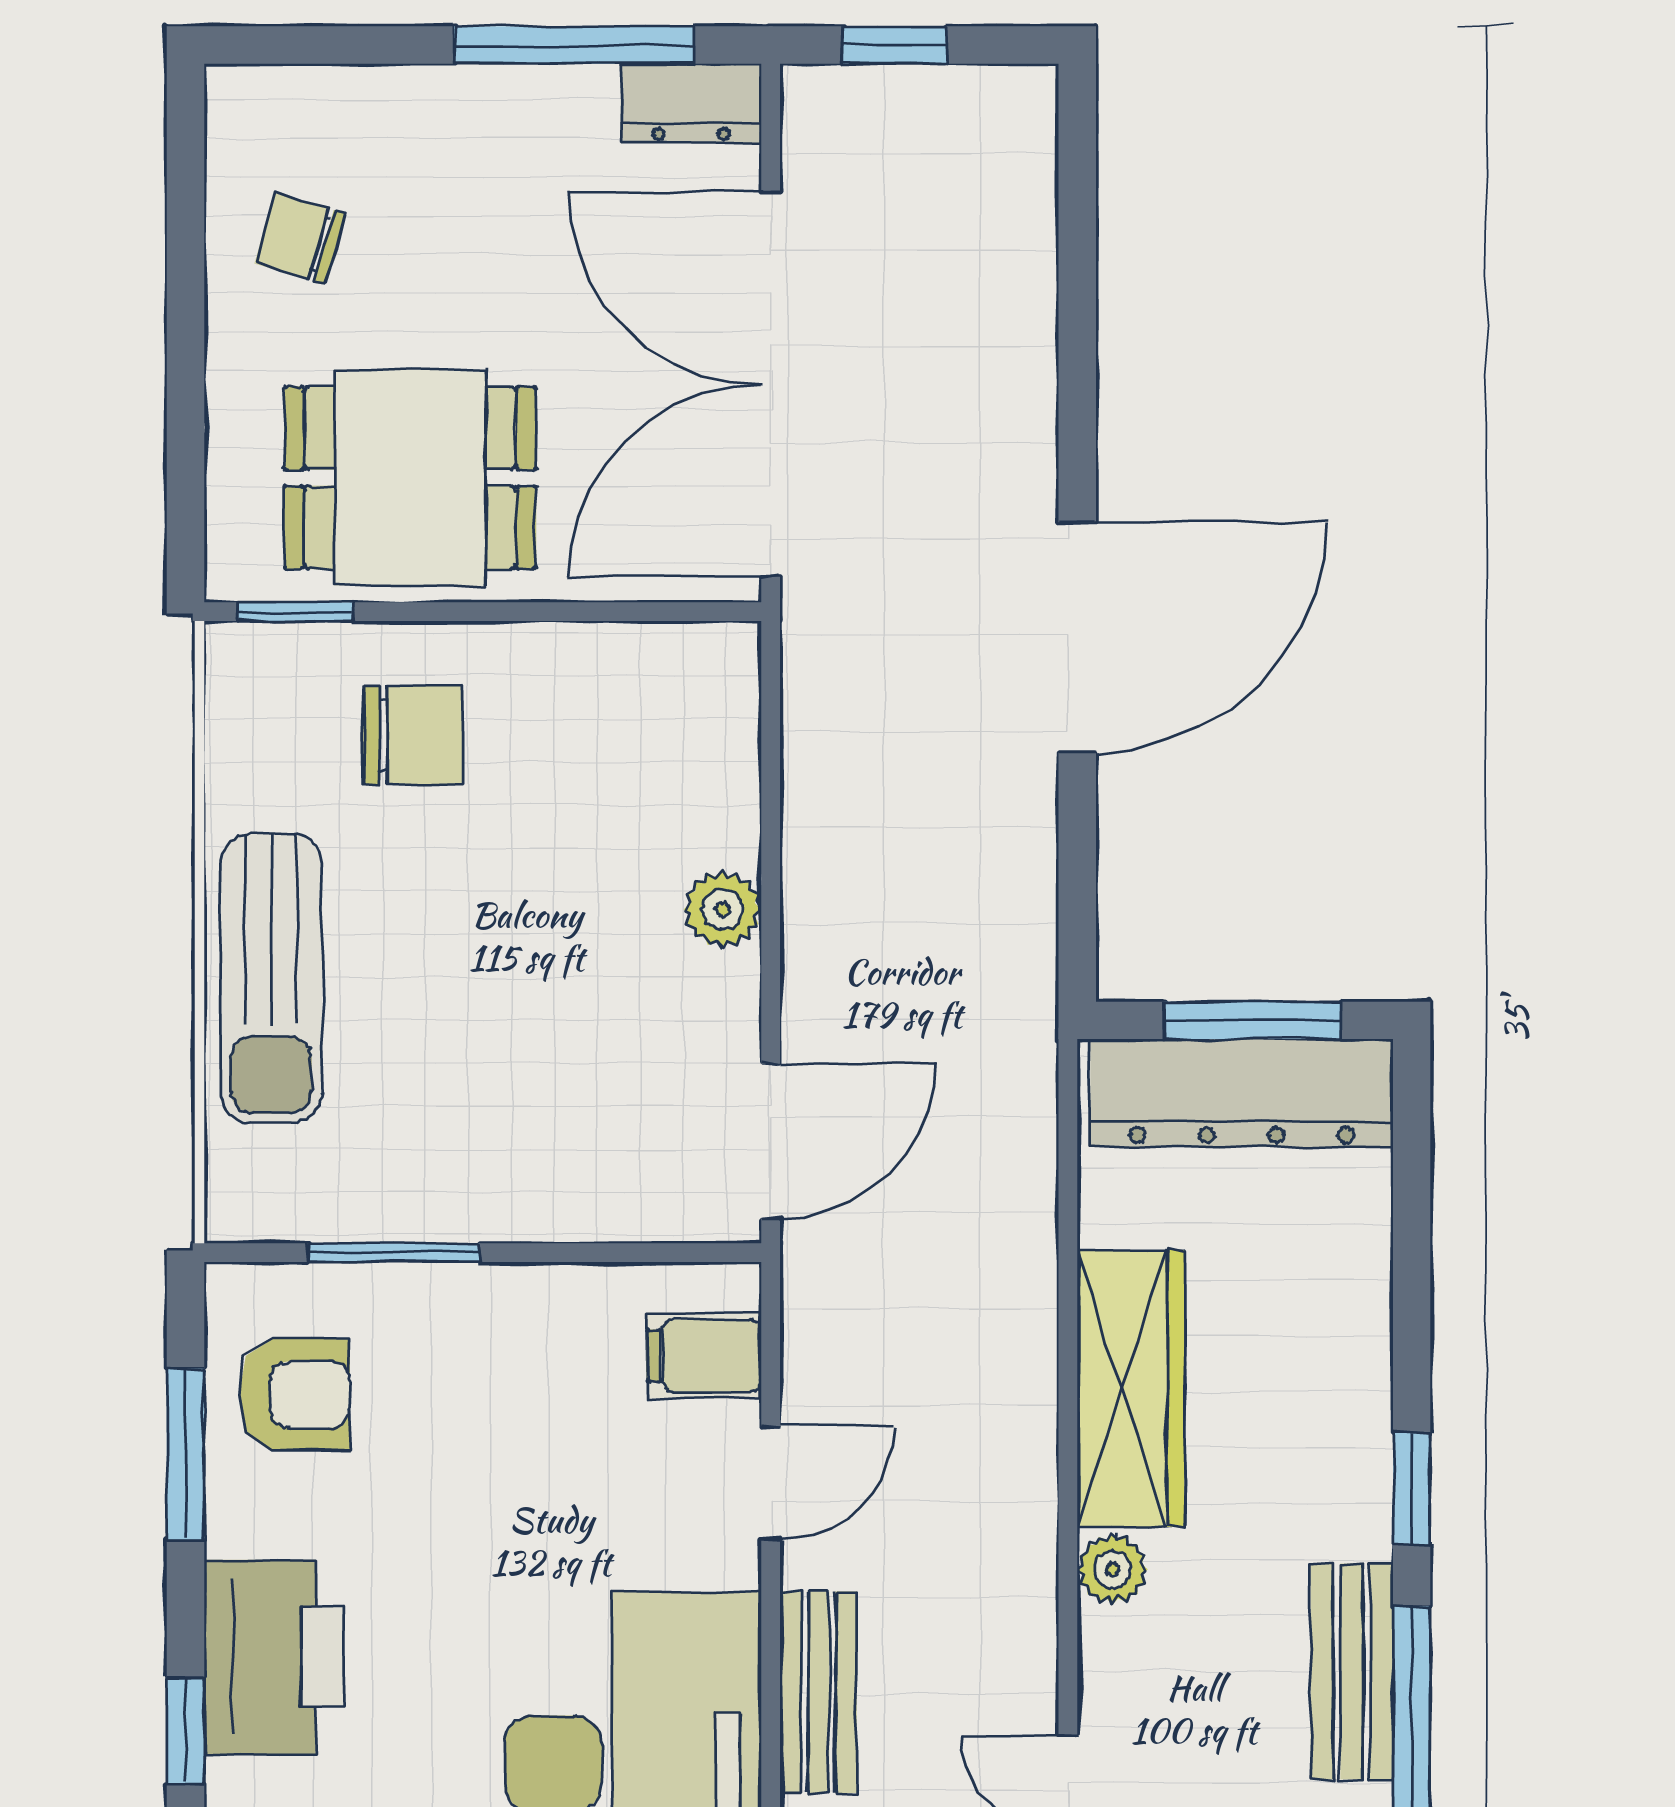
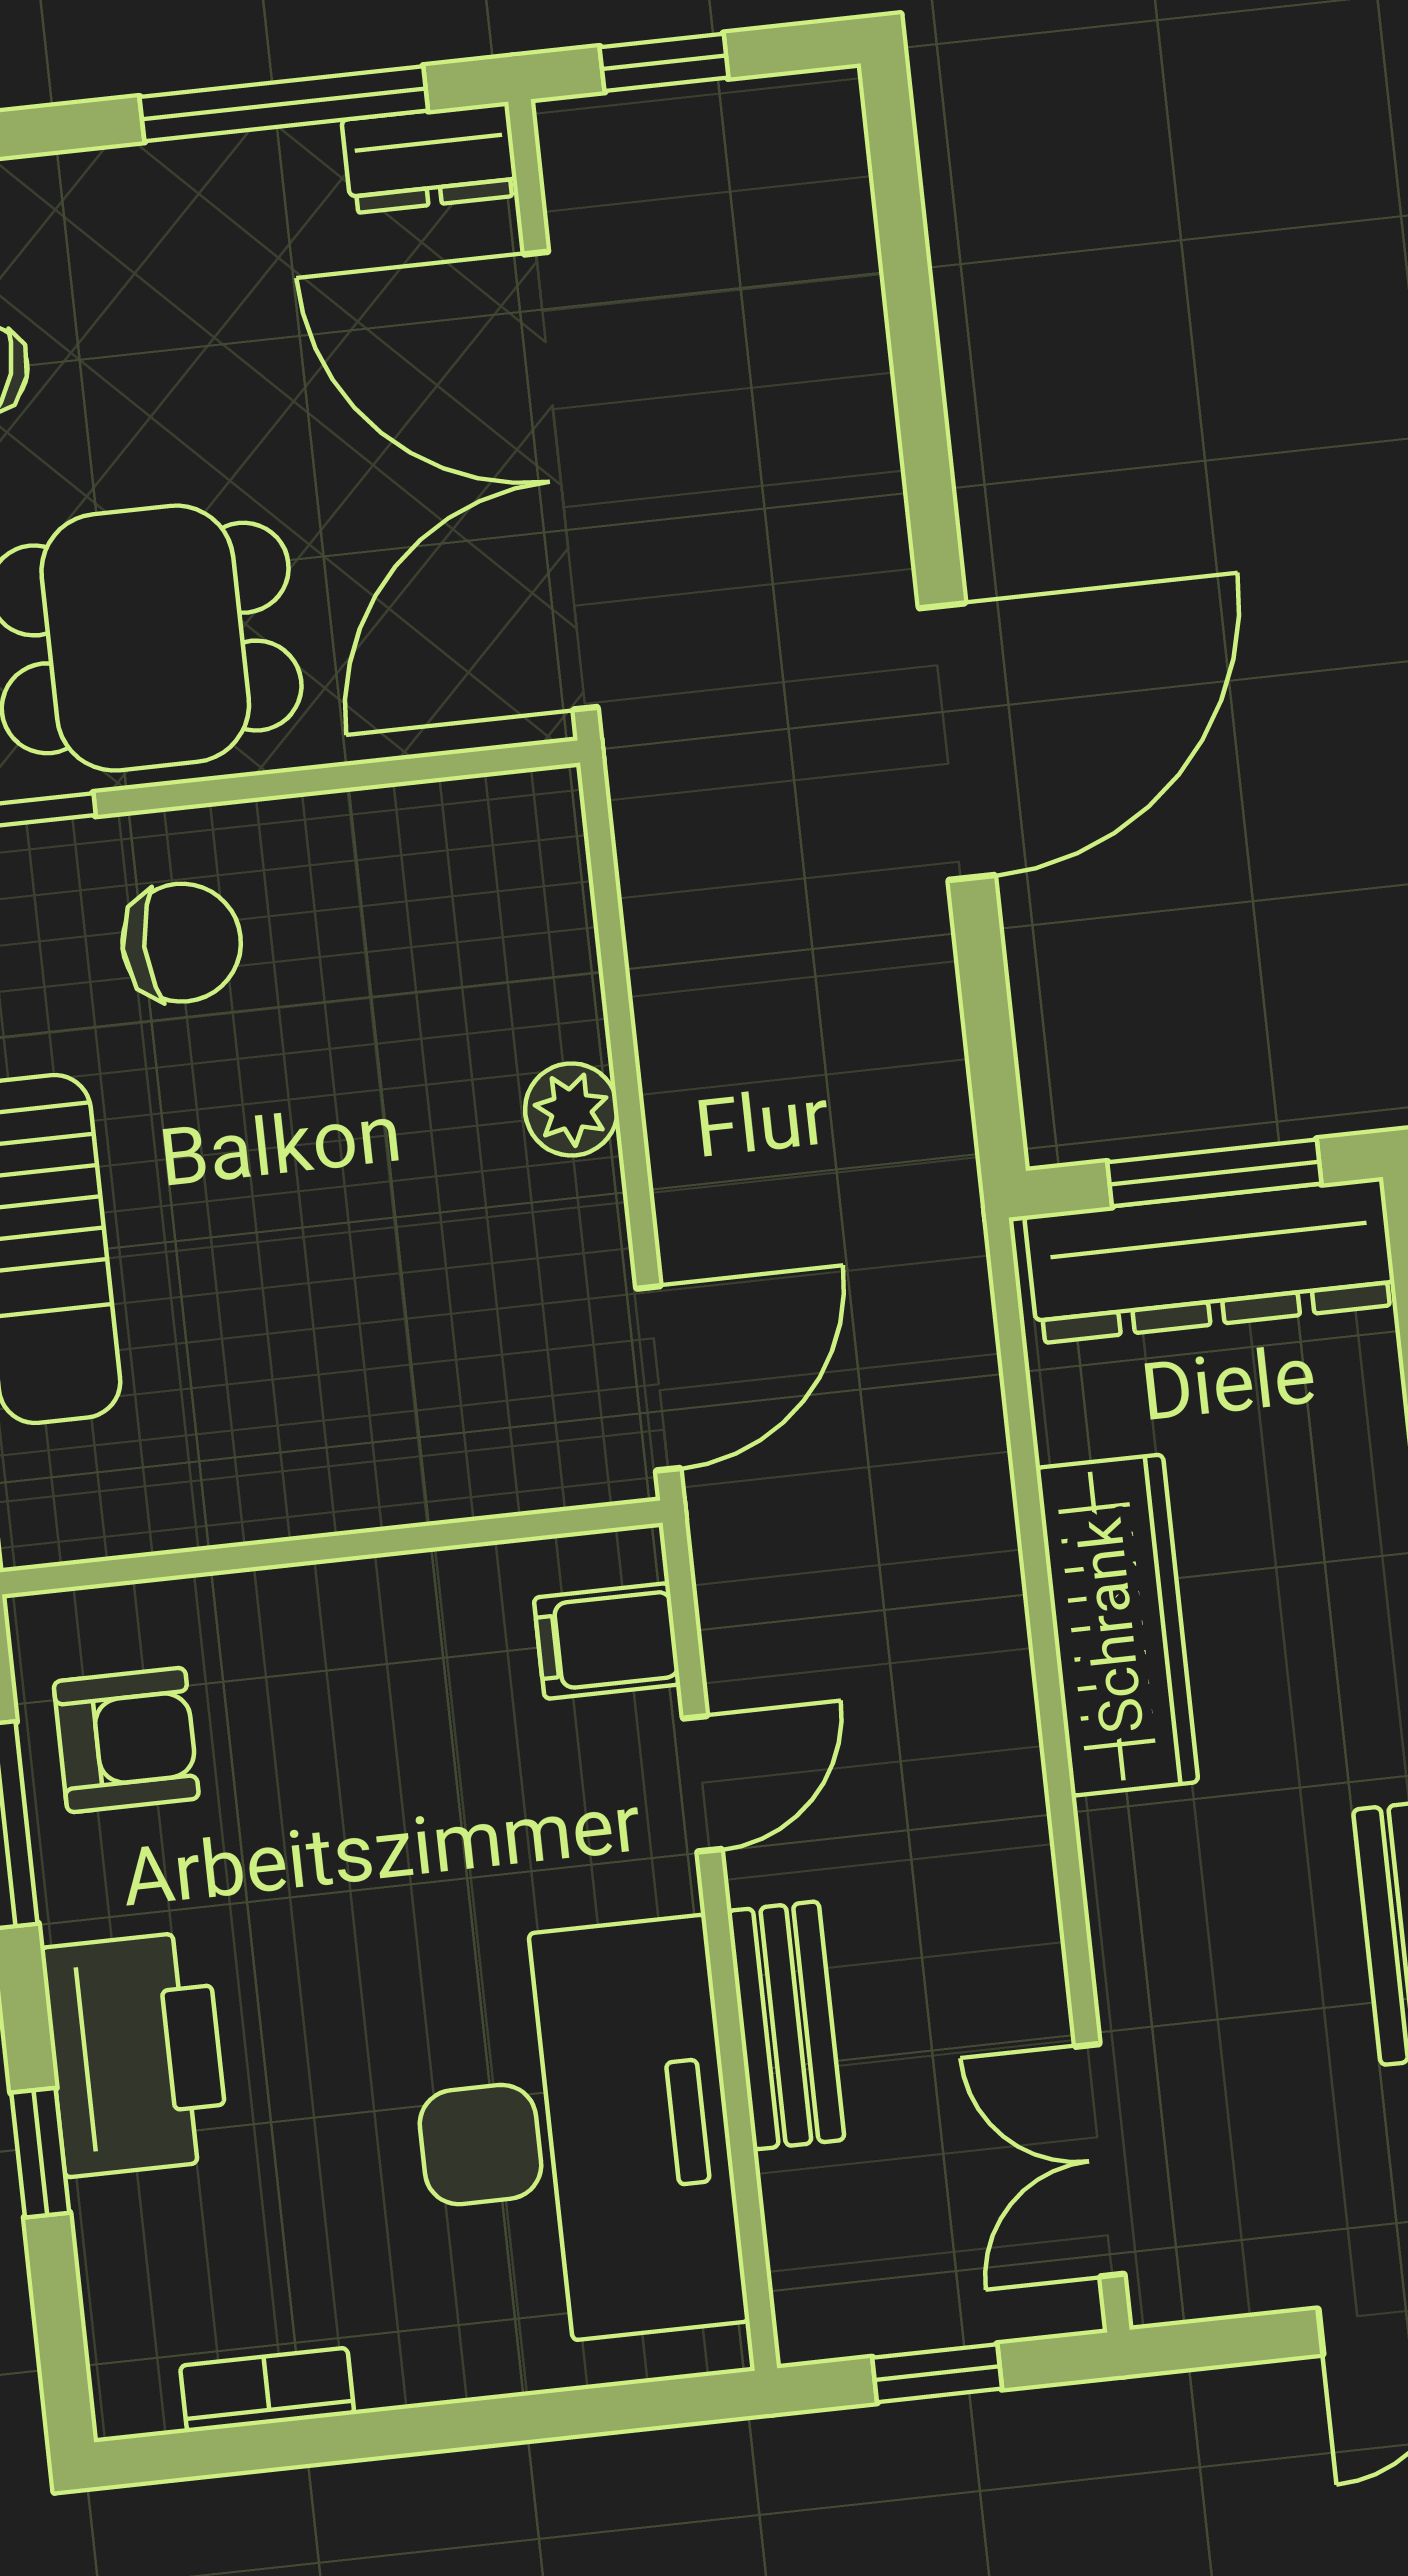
window: (394, 1253) -> (226, 1559), removed
plant: (1112, 1569) -> (1119, 1842), removed

